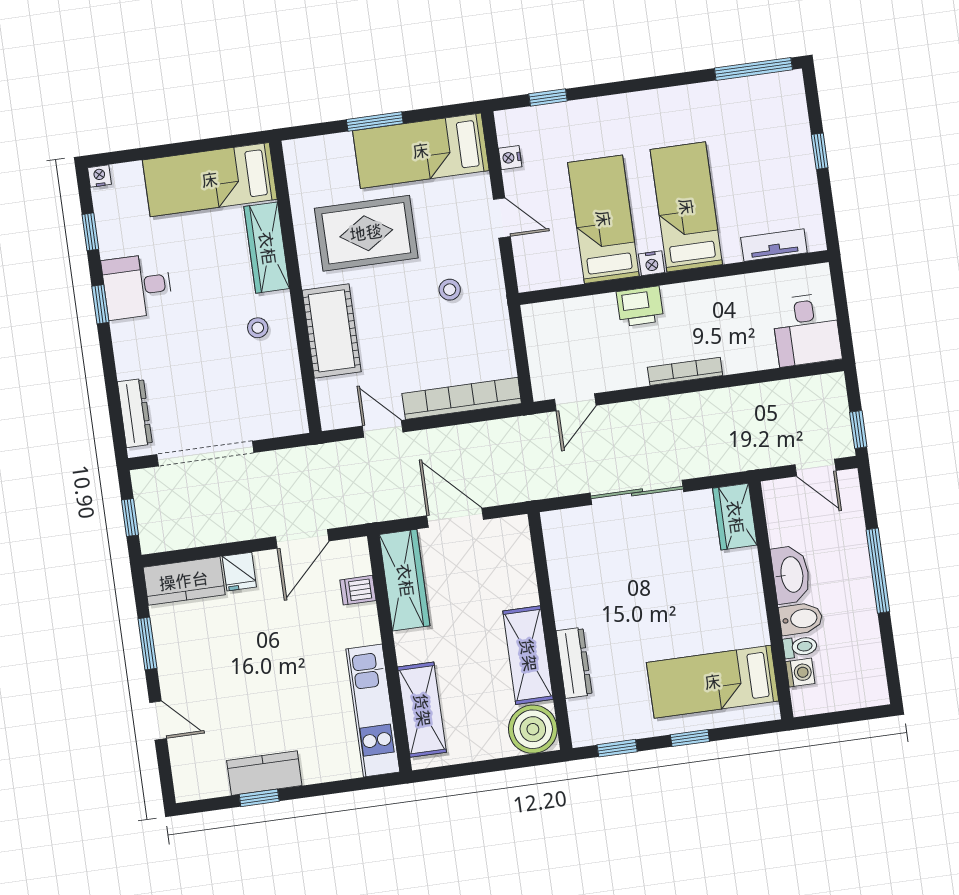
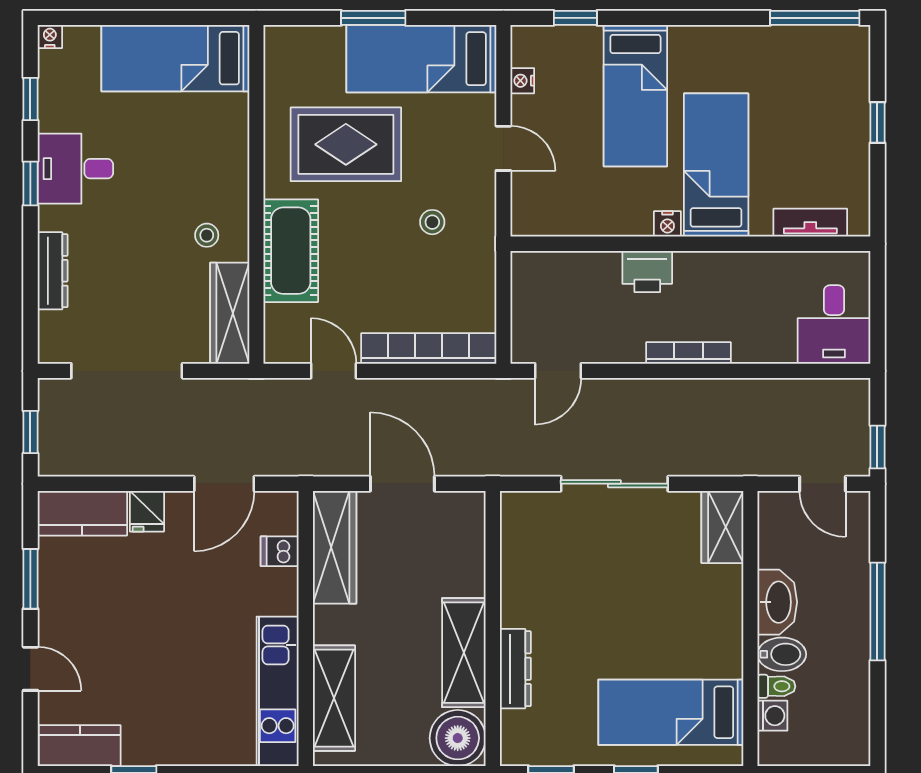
bed: (603, 219) -> (635, 96), moved, turned 180
wardrobe: (267, 248) -> (230, 313), moved
dresser: (135, 413) -> (53, 271), moved
kitchen counter: (264, 773) -> (80, 746), moved

